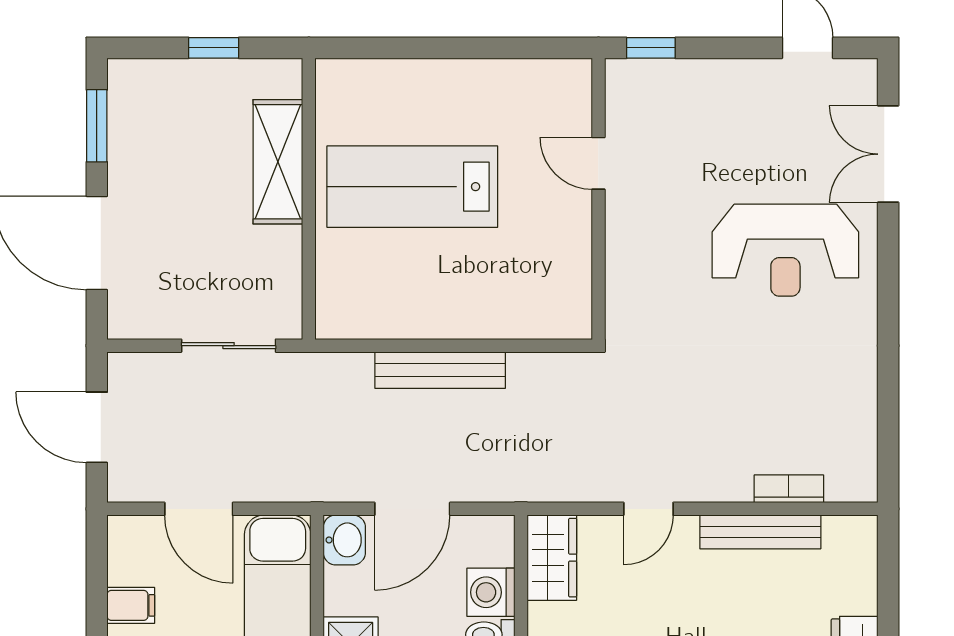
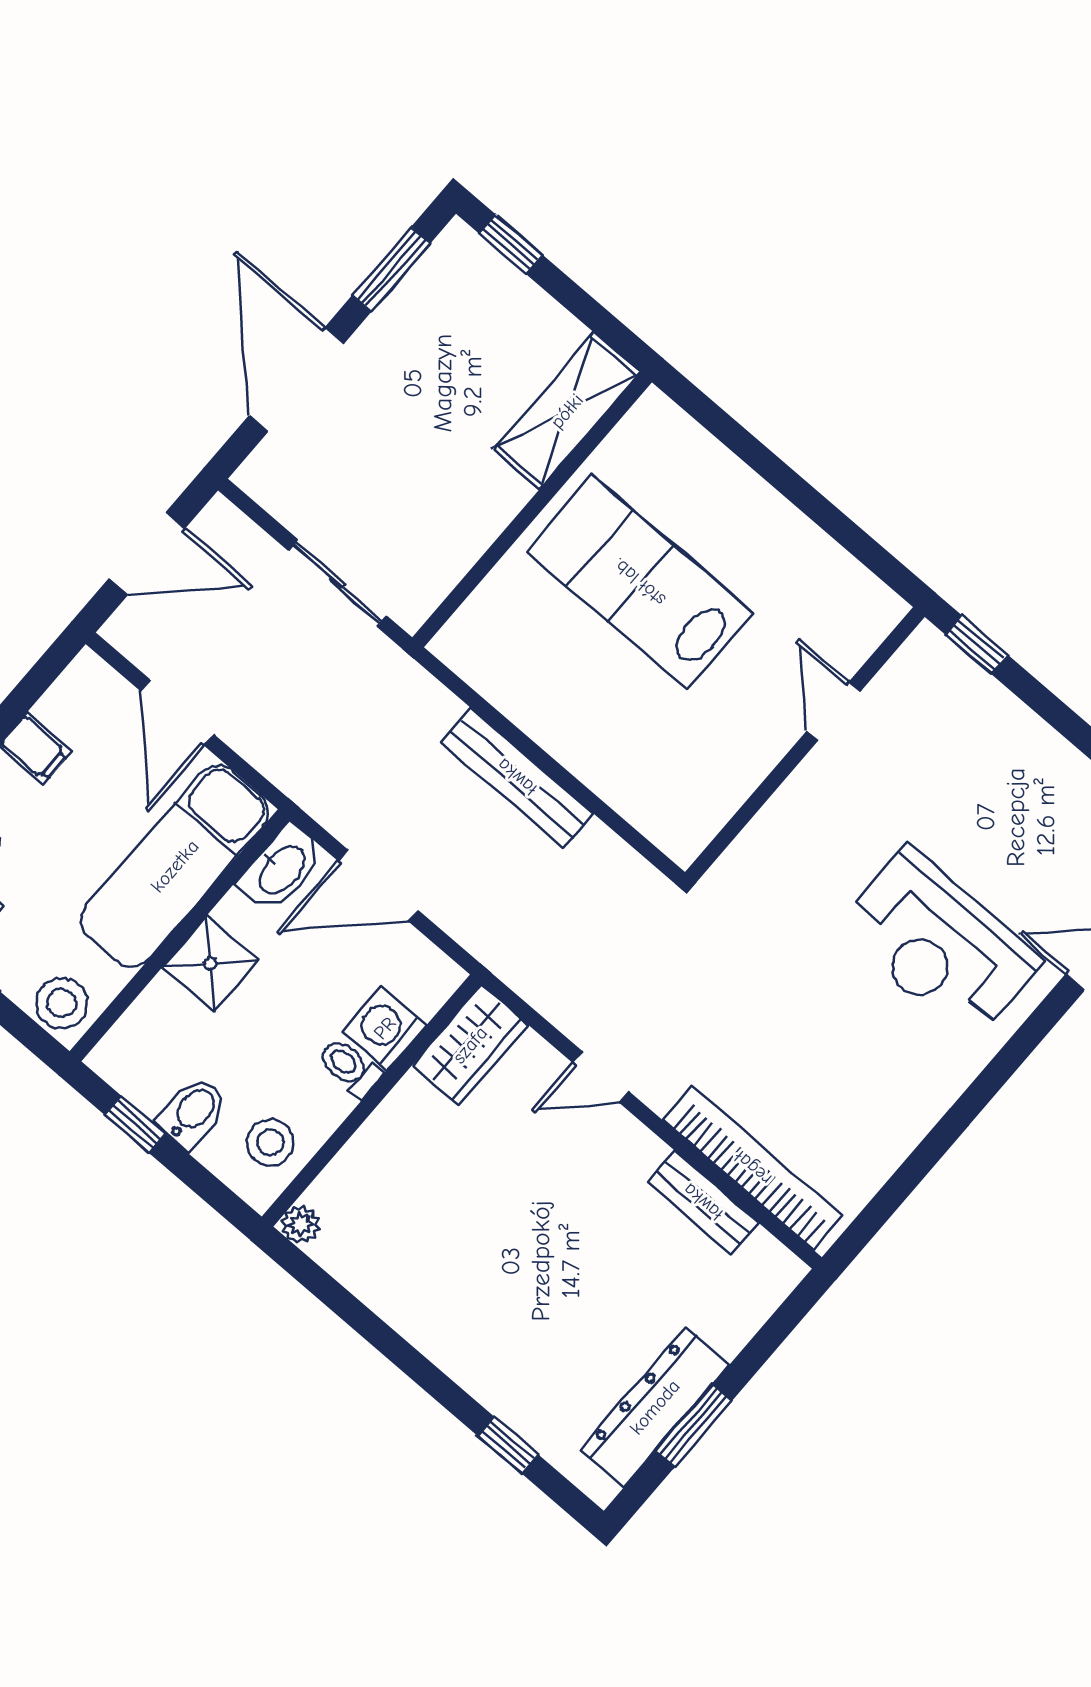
window: (214, 48) -> (511, 244), moved
shelving: (278, 162) -> (567, 411), moved
door: (97, 427) -> (147, 553), swing flipped
bookcase: (789, 489) -> (753, 1168), width x2.31, depth x1.31
bench: (760, 532) -> (703, 1202), width x0.73
washbasin: (344, 540) -> (281, 869), width x1.38

